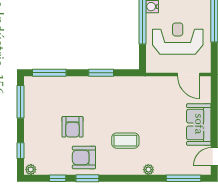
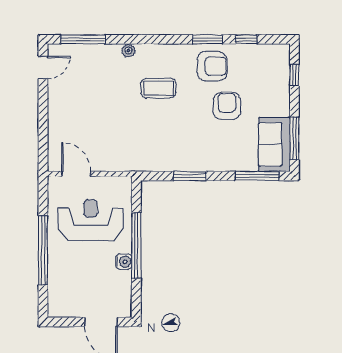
reception desk: (178, 39) -> (91, 220), turned 180
sofa: (199, 124) -> (274, 144), moved, turned 180
plant: (31, 169) -> (281, 51), removed

